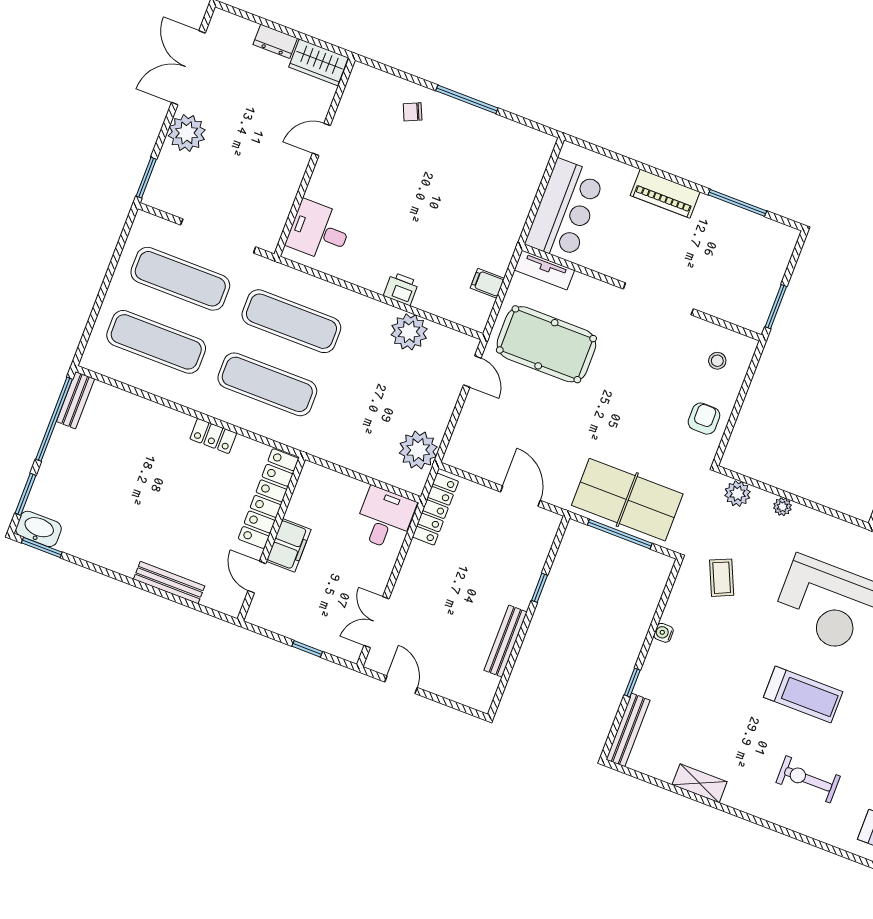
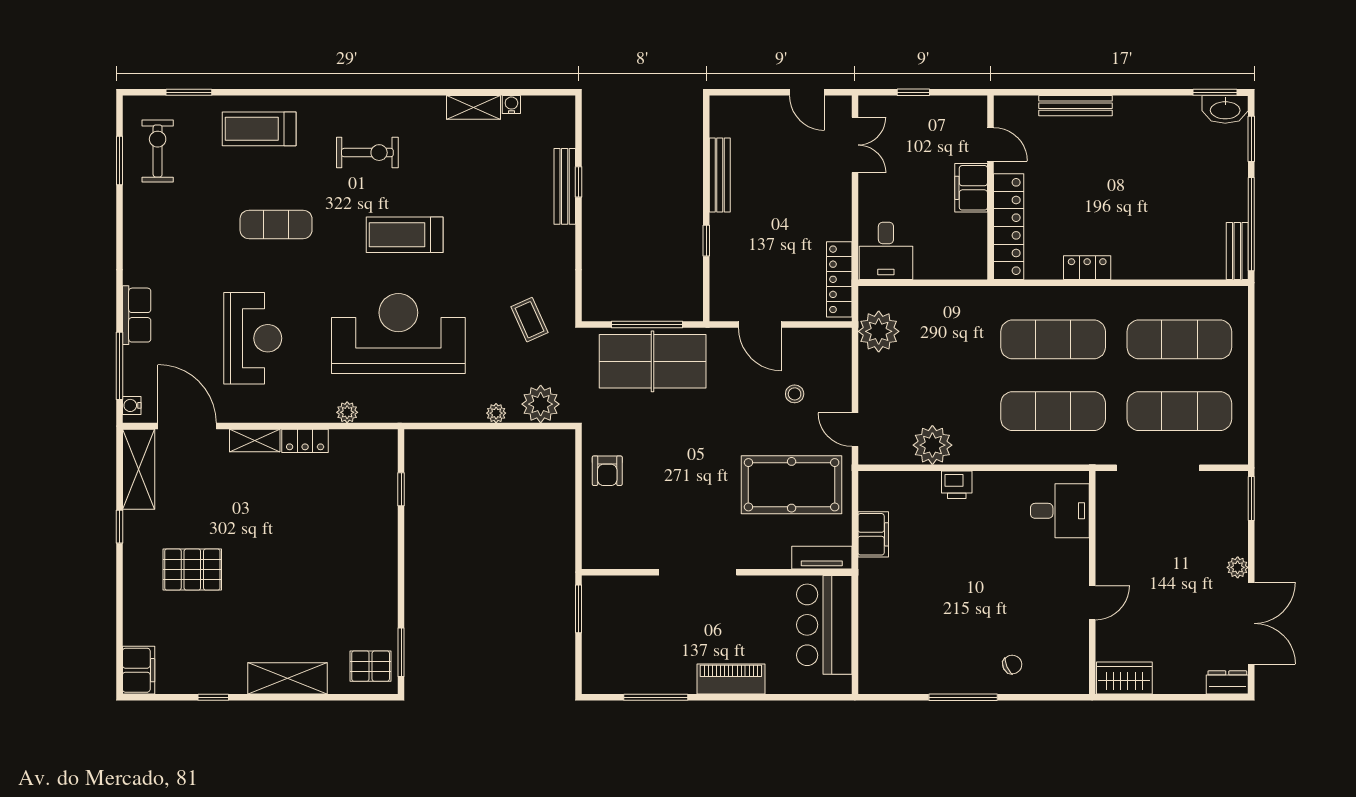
dresser: (275, 41) -> (1227, 682), moved
plant: (187, 133) -> (1238, 567), width x0.53, depth x0.53
filing cabinet: (487, 283) -> (873, 534), width x2.00
stool: (717, 361) -> (795, 394), moved
plant: (738, 494) -> (541, 404), width x1.36, depth x1.36
water cooler: (664, 633) -> (511, 104), moved, turned -90
bench: (628, 730) -> (565, 186), moved

